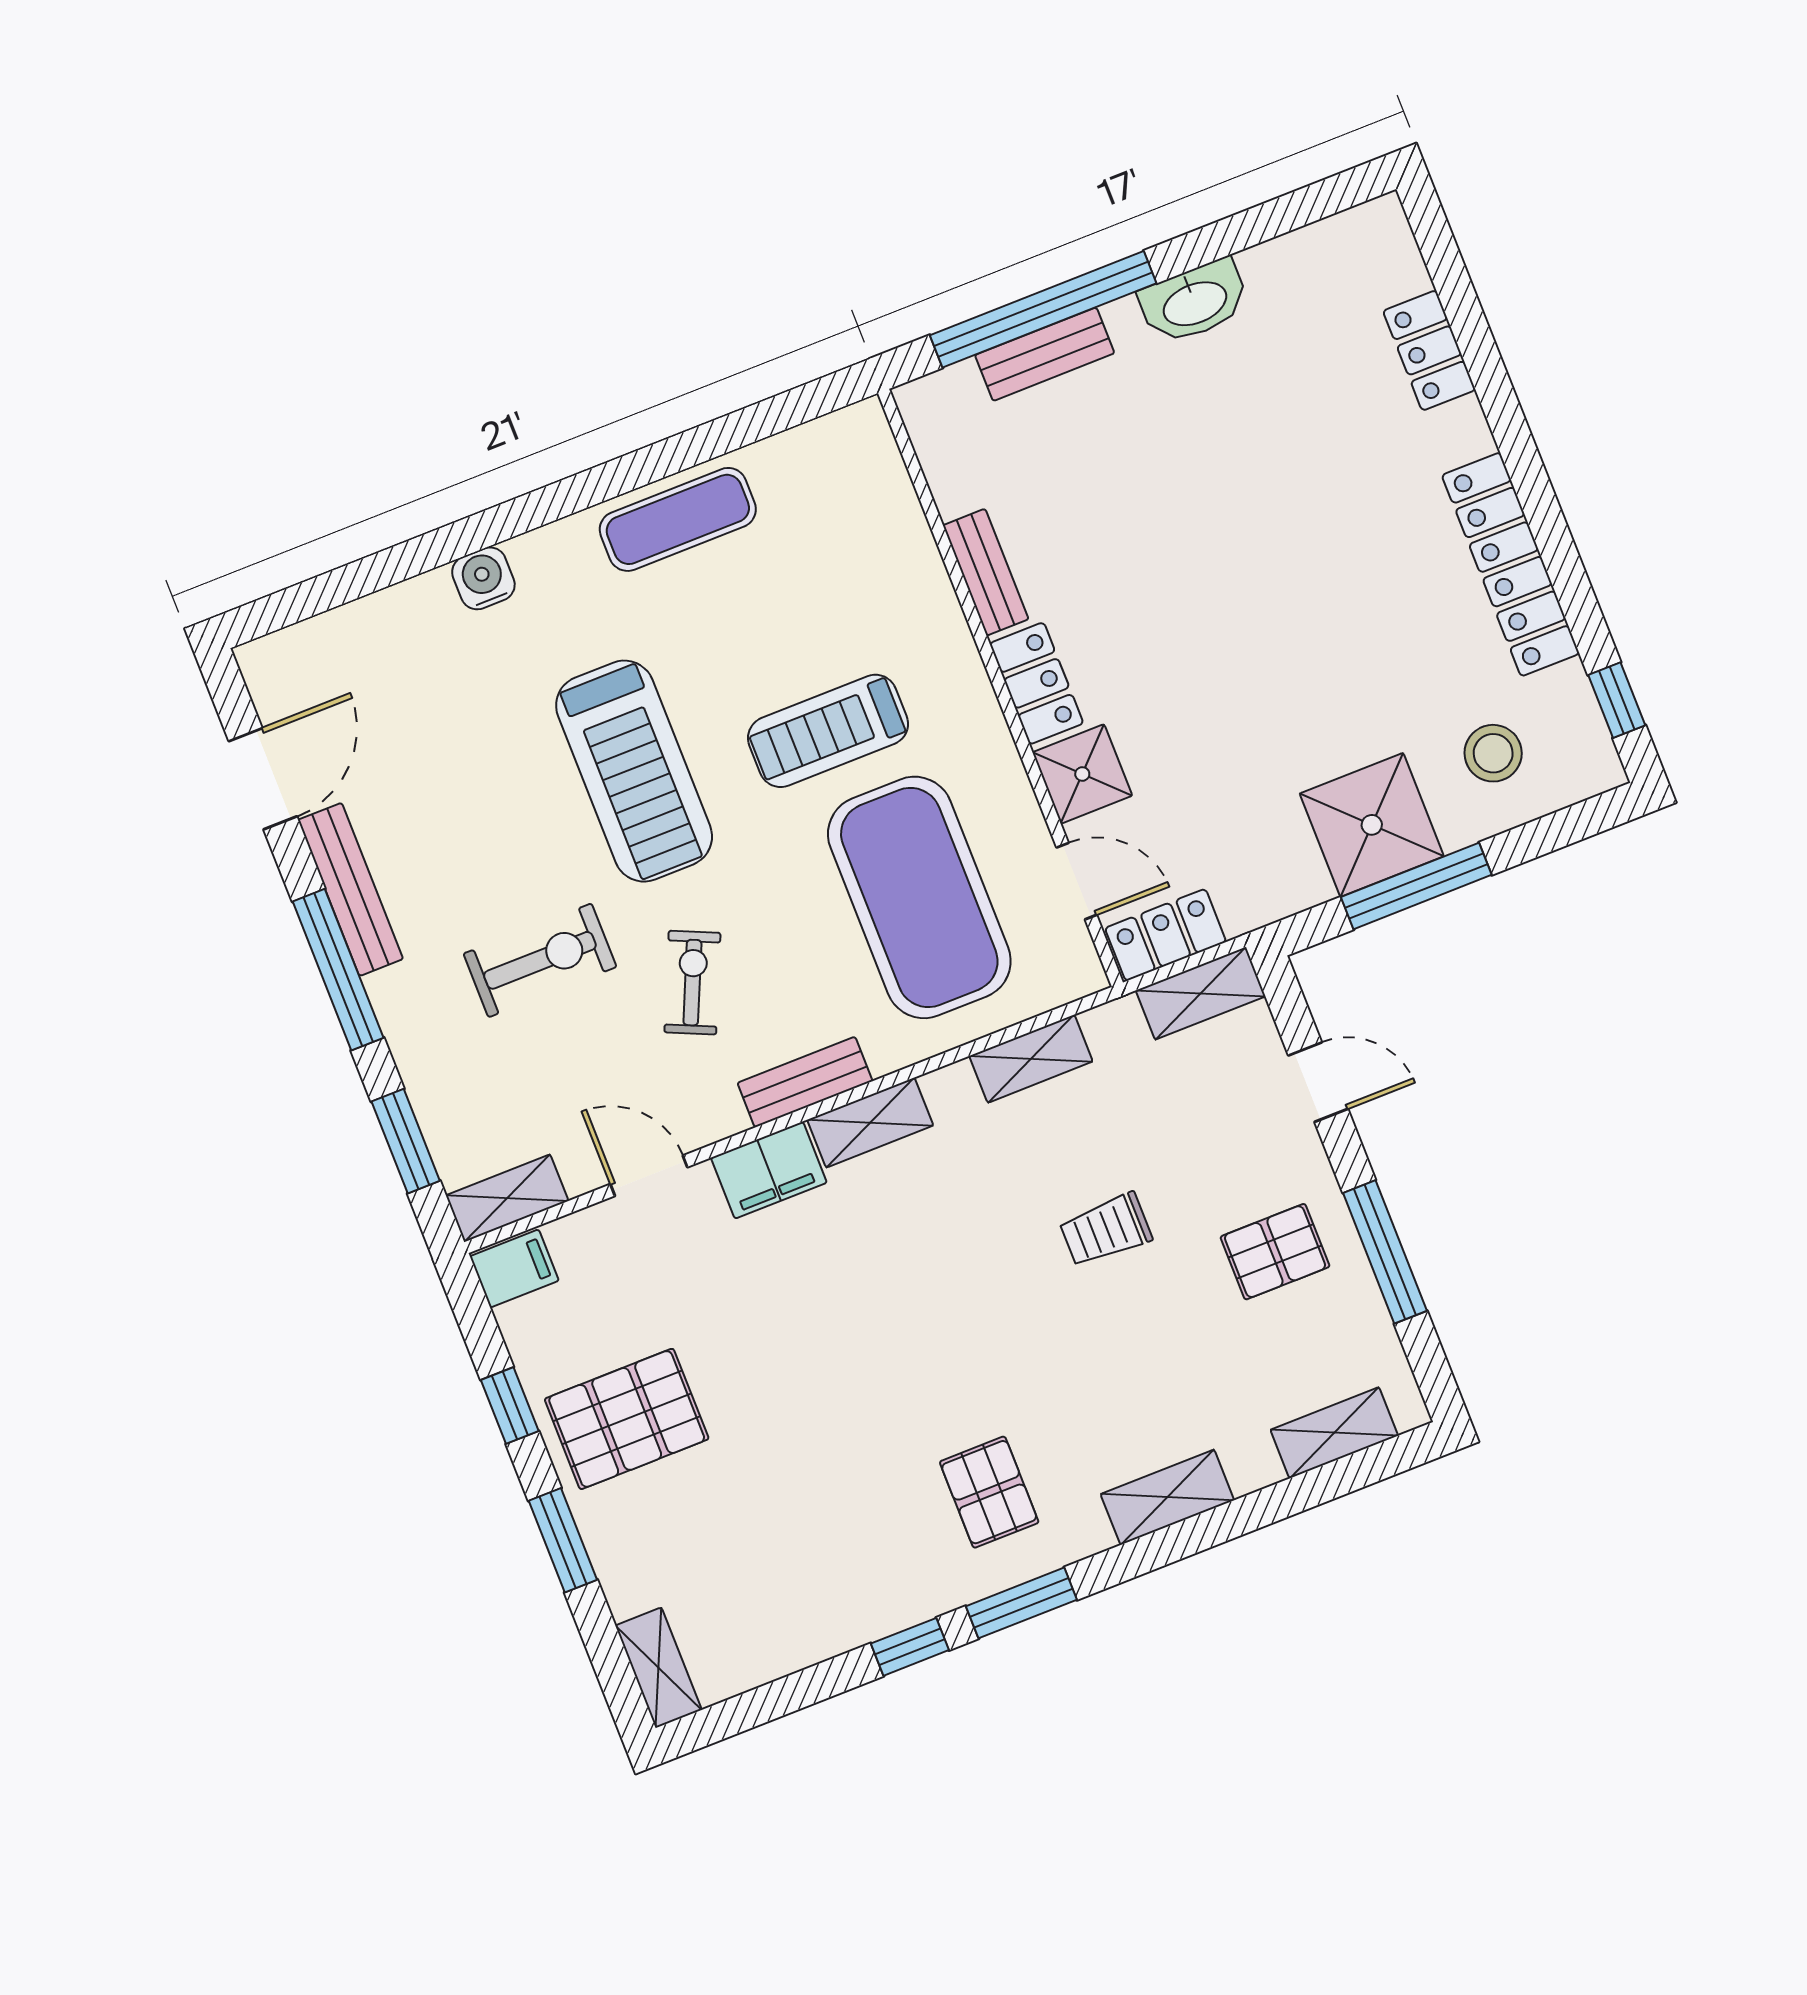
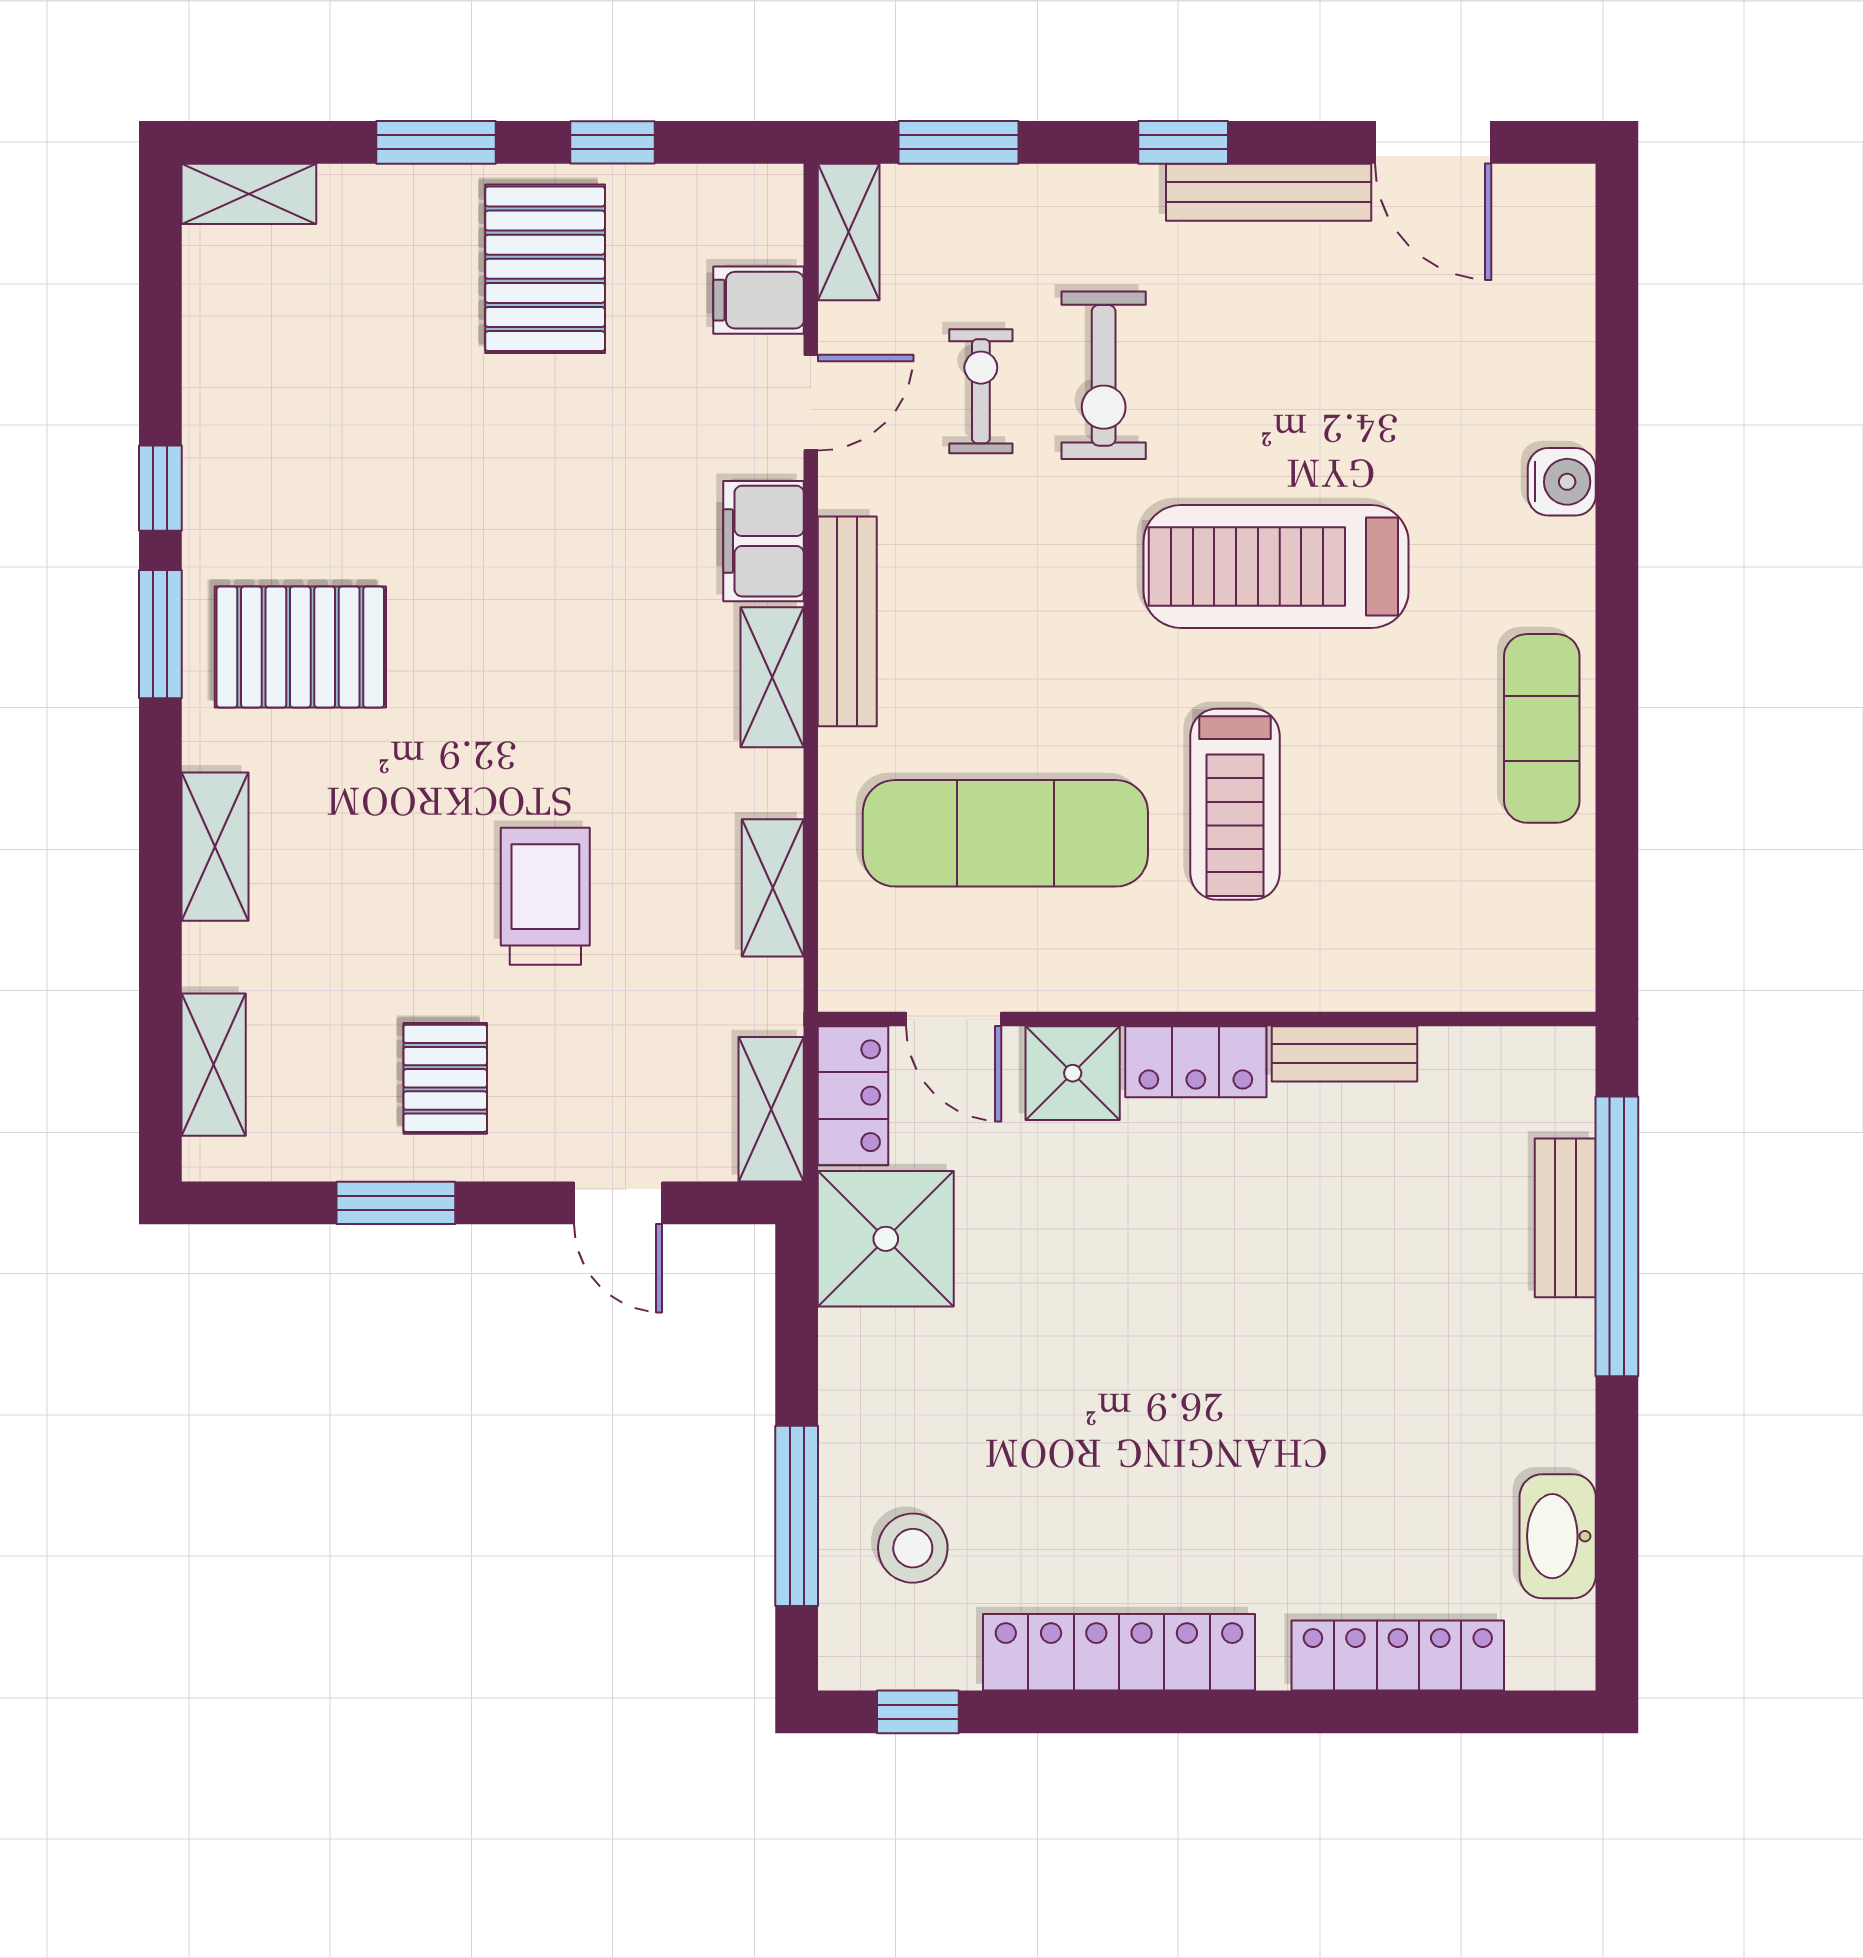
washbasin: (1194, 302) -> (1558, 1536), moved
locker: (1429, 350) -> (1398, 1656), width x1.53
treadmill: (828, 731) -> (1235, 804), turned 180
shower: (1372, 825) -> (886, 1239), moved
door: (1077, 881) -> (954, 1019), hinge flipped
window: (1416, 886) -> (797, 1516), moved
exercise mat: (919, 897) -> (1005, 833), width x0.68
window: (338, 970) -> (1183, 142), width x0.46
exercise bike: (692, 983) -> (981, 391), moved, turned -114
bench: (805, 1082) -> (847, 621), width x1.36
door: (1318, 1082) -> (618, 1203), hinge flipped
trolley: (1106, 1230) -> (545, 896), width x1.36, depth x1.39
window: (1385, 1252) -> (396, 1203), width x0.69
filing cabinet: (514, 1268) -> (759, 300), moved, turned 90
pallet: (989, 1492) -> (300, 647), width x1.50, depth x1.42

